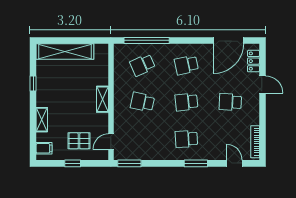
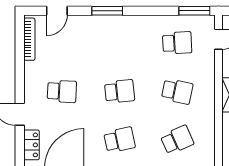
school desk: (186, 139) -> (177, 43), moved
door: (234, 163) -> (57, 11), hinge flipped

